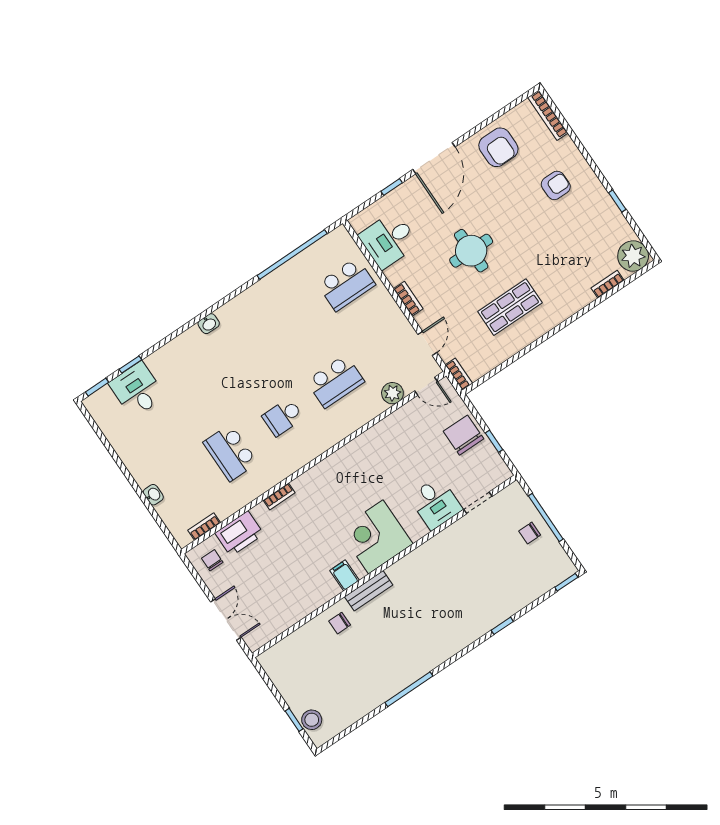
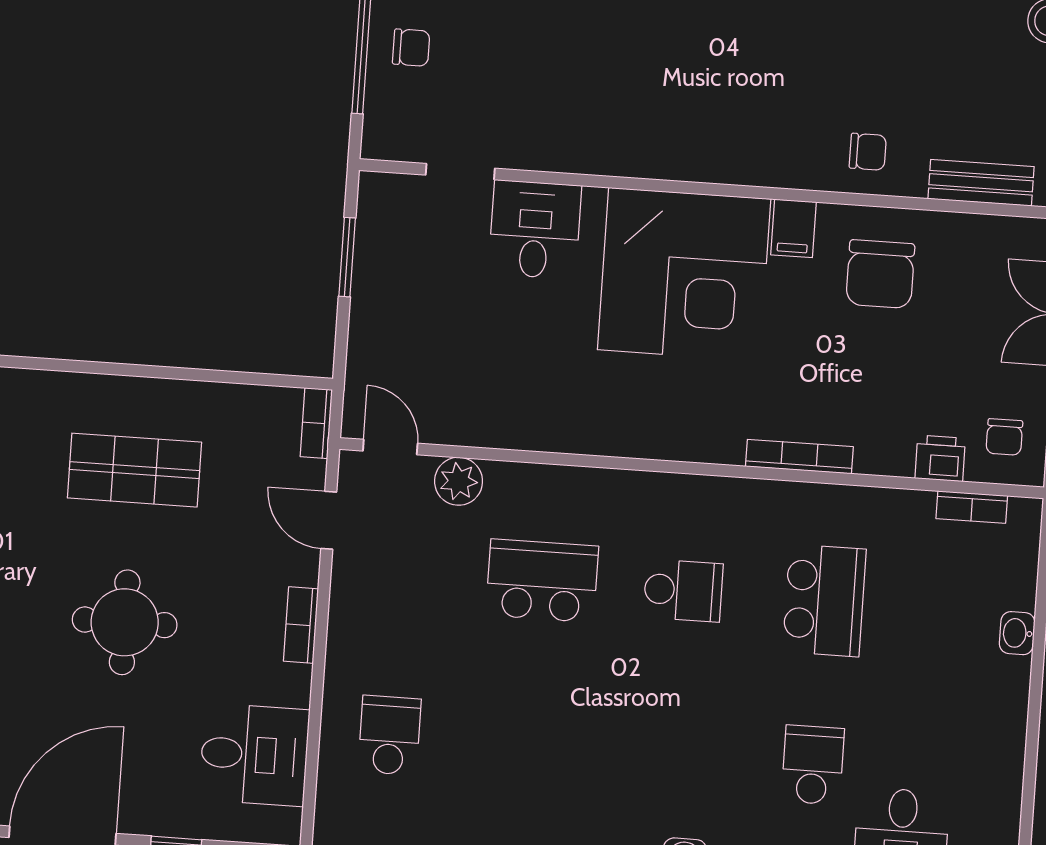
school desk: (346, 284) -> (390, 735), width x0.54
door: (427, 343) -> (329, 520), hinge flipped
school desk: (189, 391) -> (813, 765), added
chair: (464, 435) -> (880, 274), moved
window: (494, 441) -> (347, 257), width x1.50
bookcase: (279, 496) -> (799, 457), width x1.56
printer: (239, 534) -> (940, 458), width x0.53, depth x0.68
corner desk: (376, 537) -> (684, 274), width x1.36, depth x1.36
bench: (369, 591) -> (981, 183), moved

